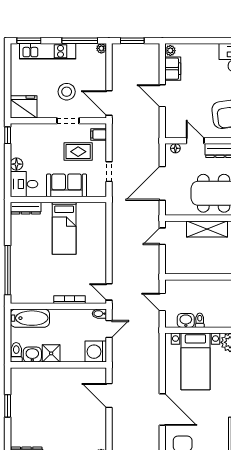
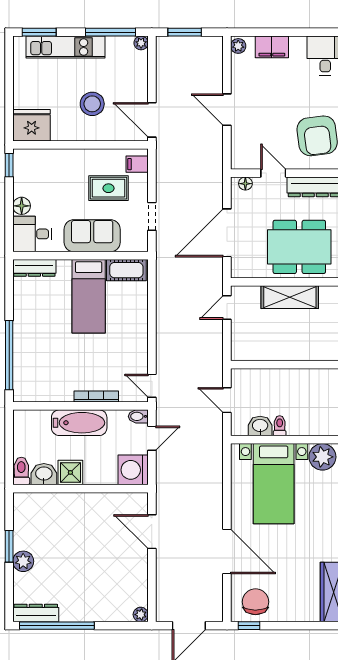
filing cabinet: (173, 69) -> (272, 47), moved, turned 90
doorway: (68, 121) -> (94, 145), removed
cot: (91, 210) -> (126, 270), added
bathtub: (30, 318) -> (79, 423), moved
plant: (18, 417) -> (23, 561), added

